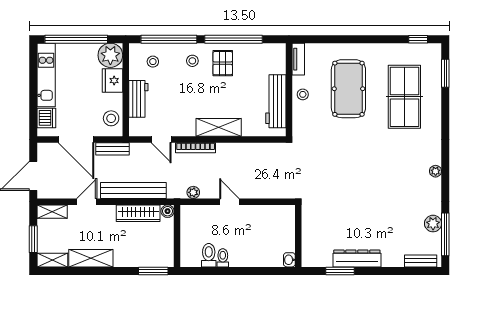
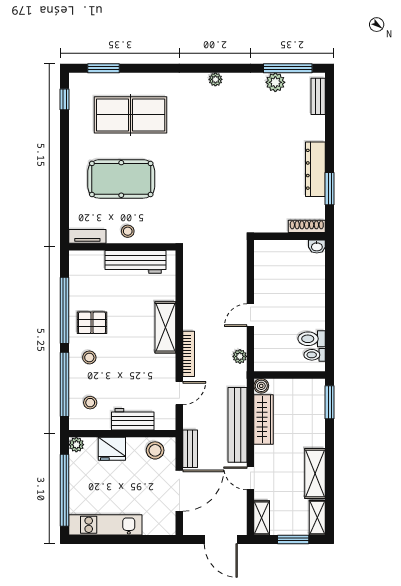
plant: (110, 55) -> (76, 445), width x0.53, depth x0.53
dishwasher: (46, 118) -> (155, 524), removed
shoe rack: (307, 251) -> (307, 226), added
toilet: (223, 258) -> (315, 355), moved

